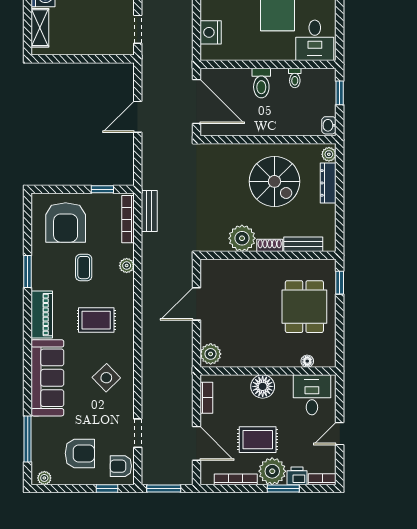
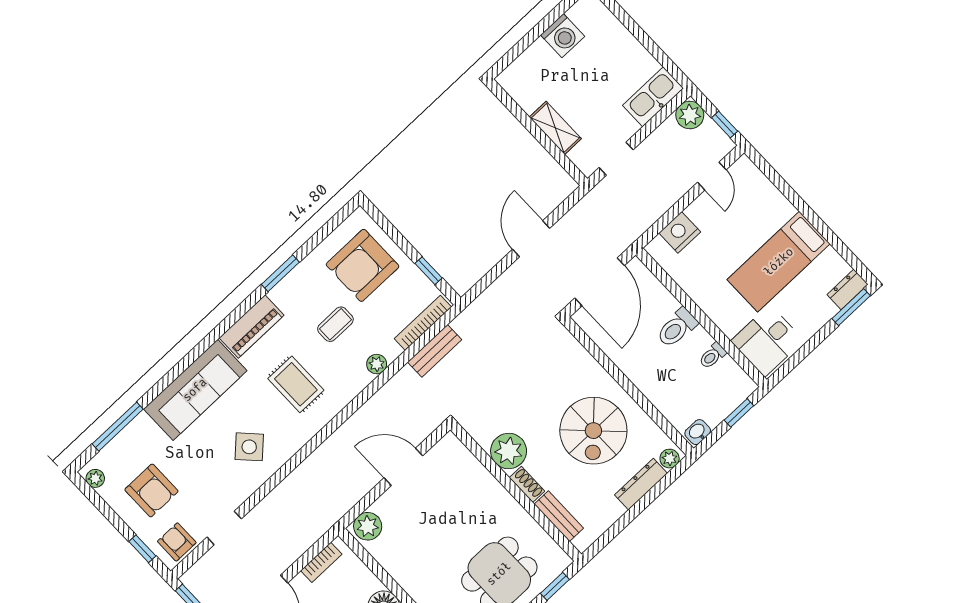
shelving: (40, 28) -> (555, 128), moved, turned 90
door: (138, 117) -> (531, 239), hinge flipped
bench: (149, 211) -> (435, 351), moved

